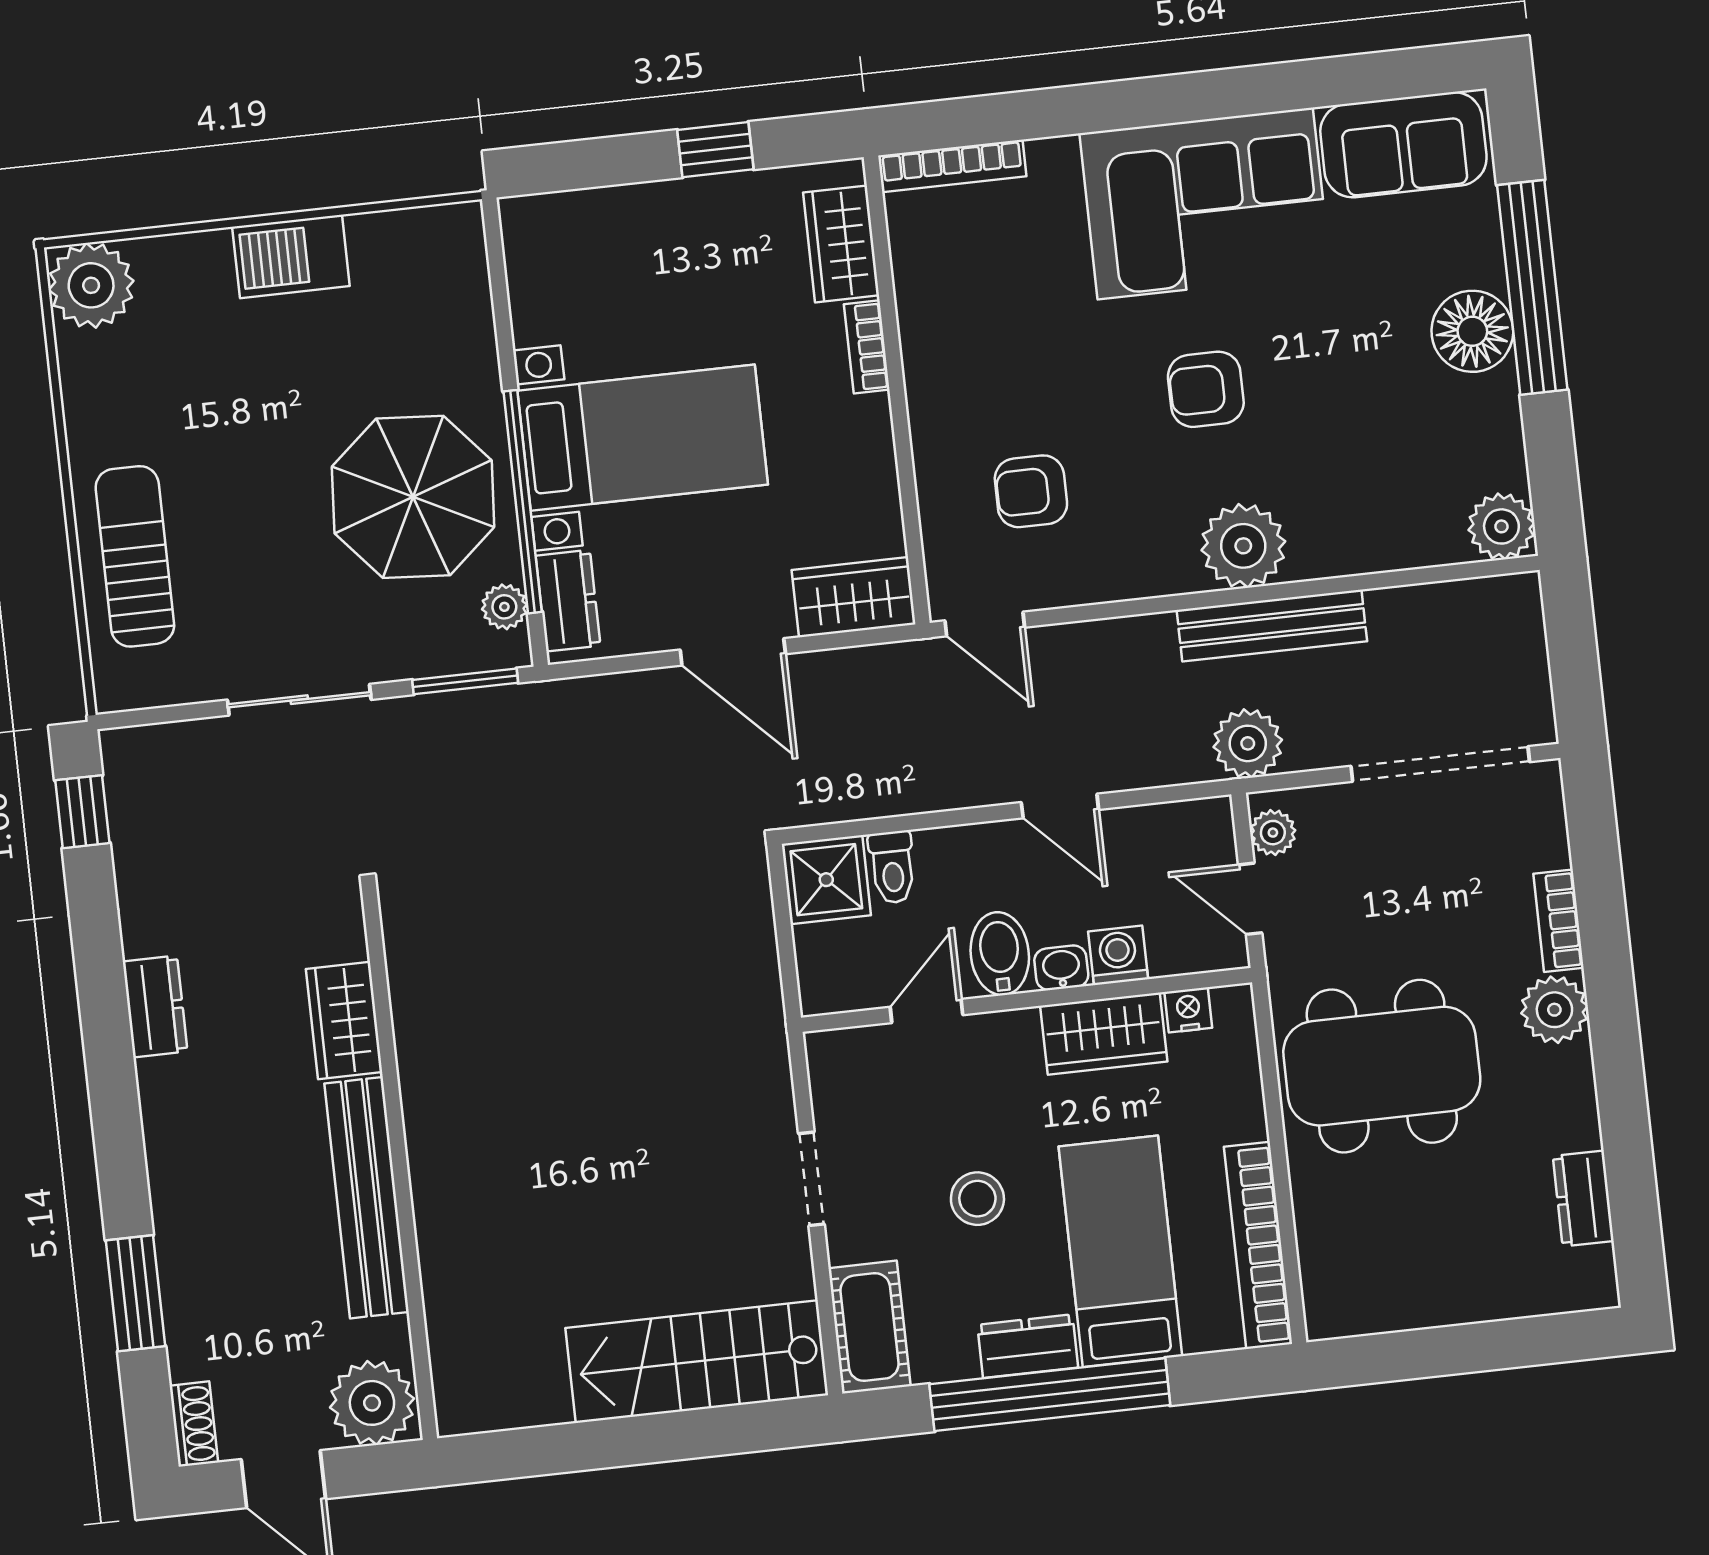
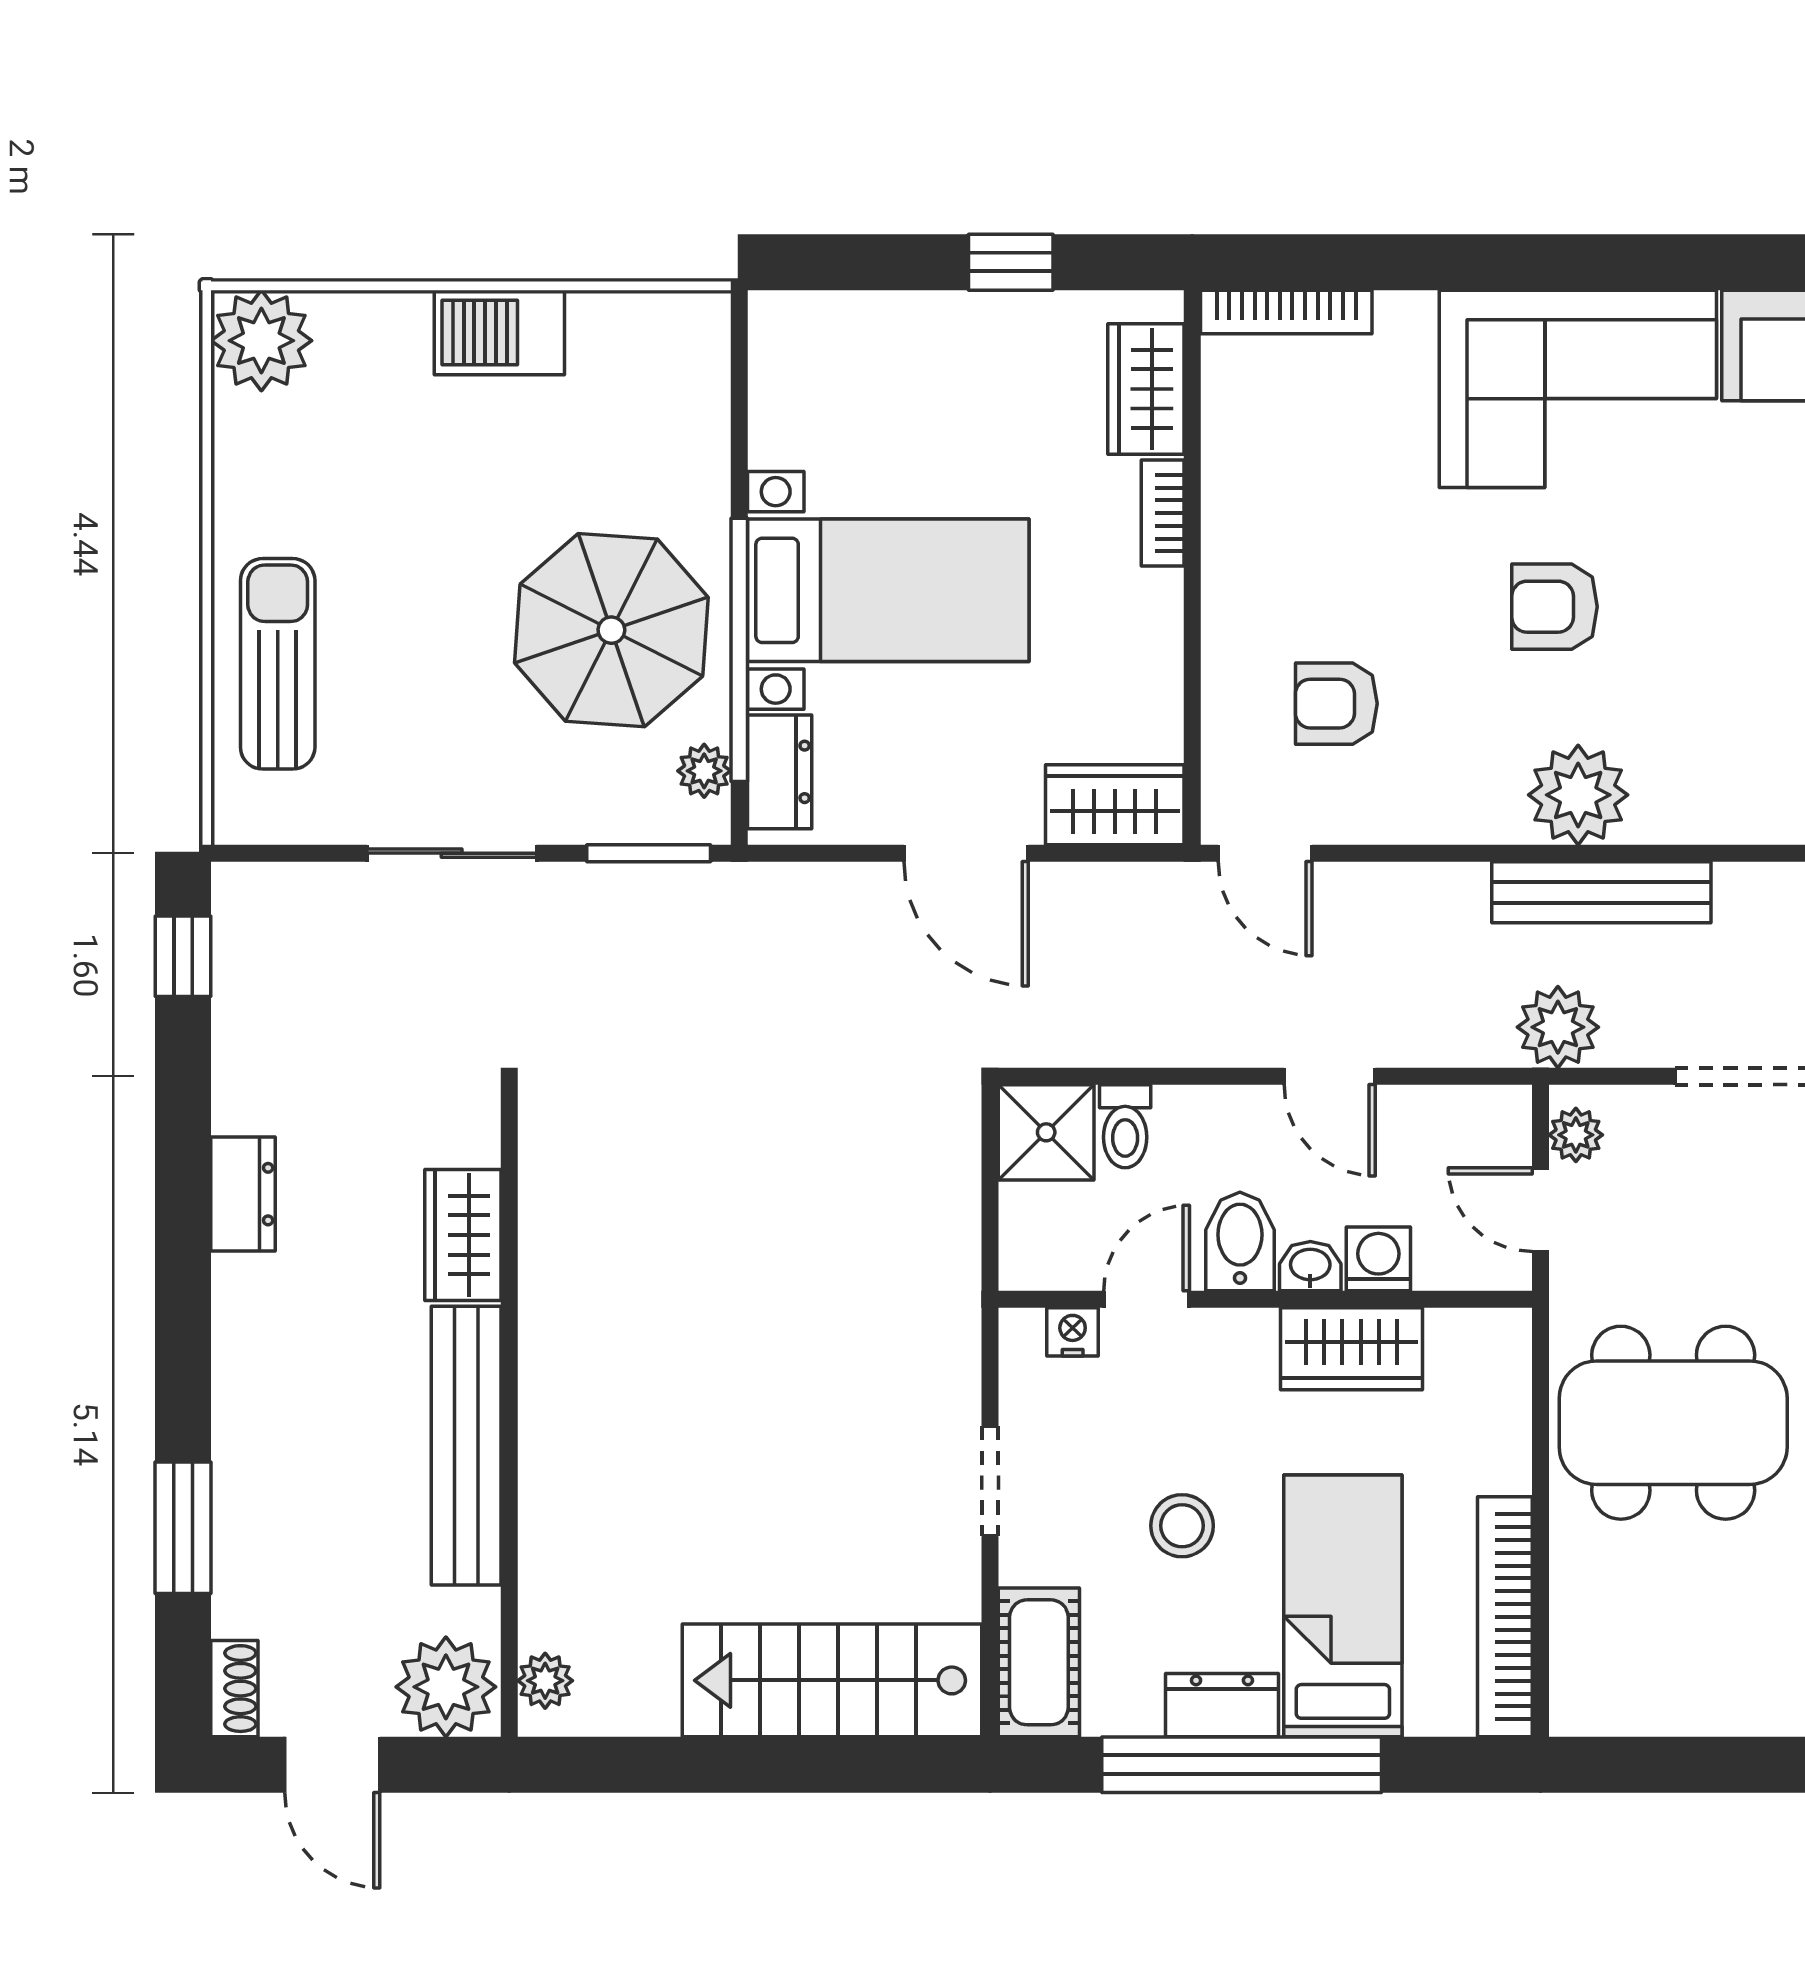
nightstand: (1188, 1010) -> (1073, 1332), moved
plant: (455, 1388) -> (545, 1681), added

